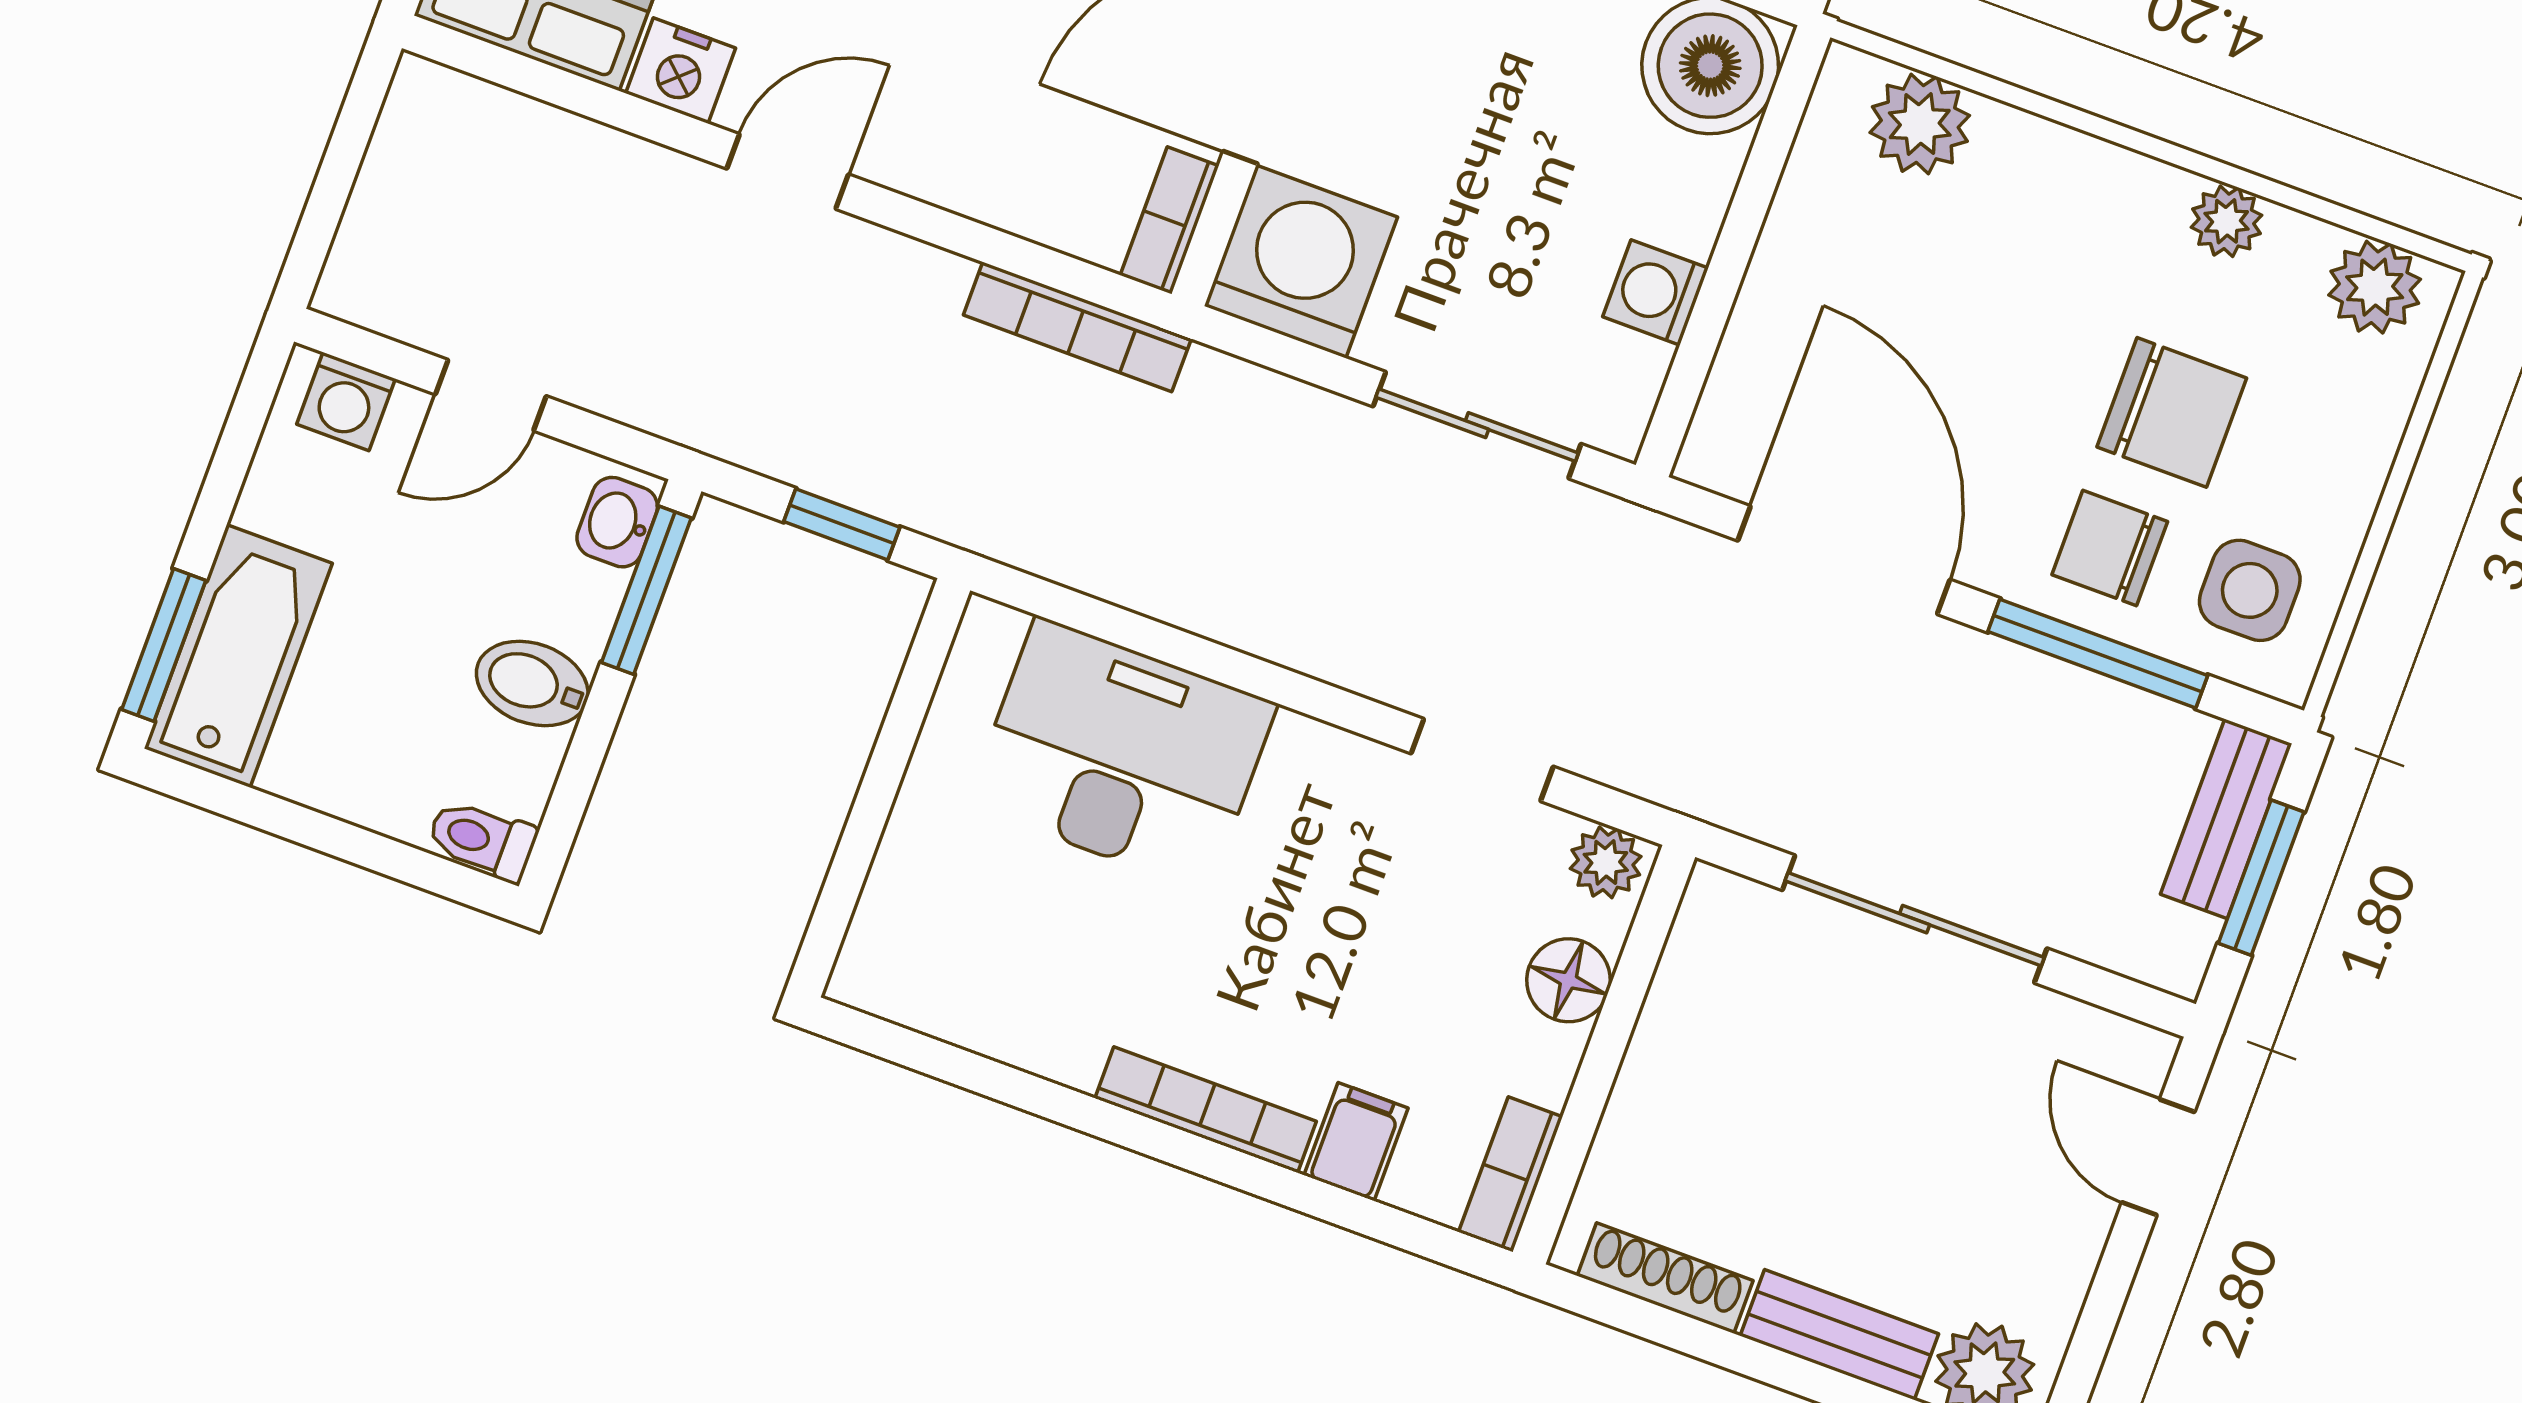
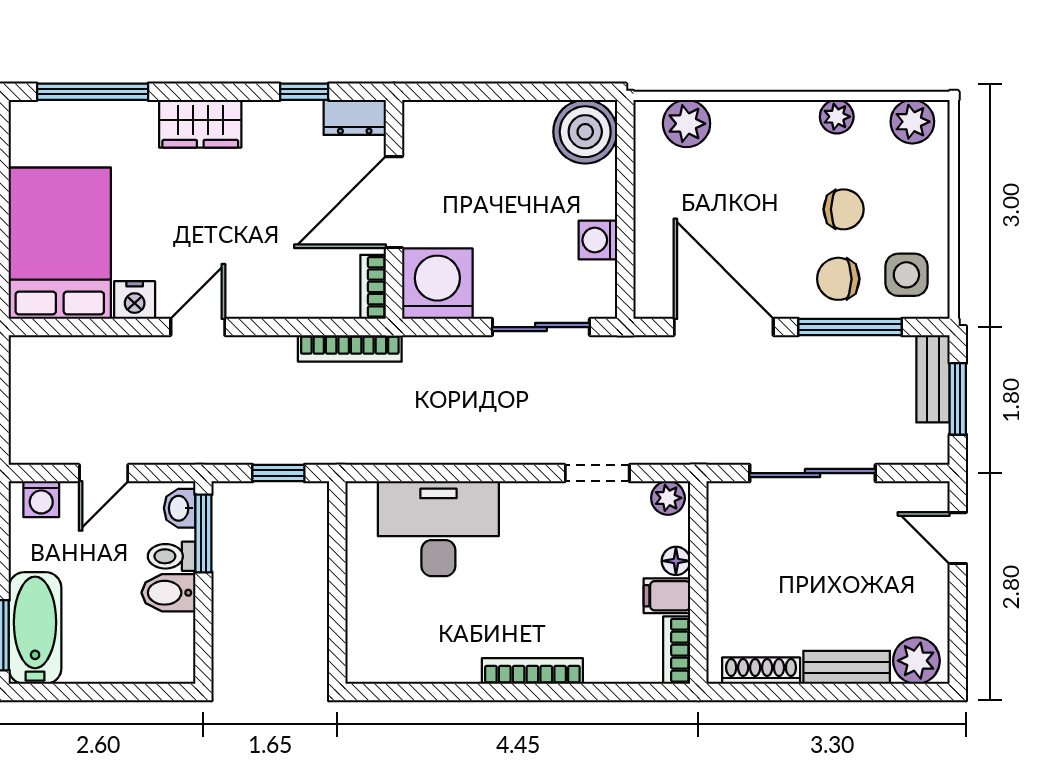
chair: (2172, 412) -> (844, 209), width x0.73, depth x0.73
toilet: (482, 840) -> (172, 556), moved
floor lamp: (1568, 980) -> (676, 561), width x0.73, depth x0.73
filing cabinet: (1356, 1142) -> (667, 596), moved, turned -90

